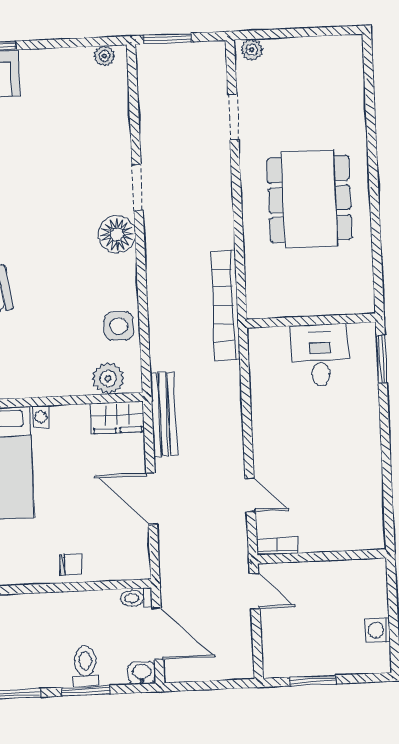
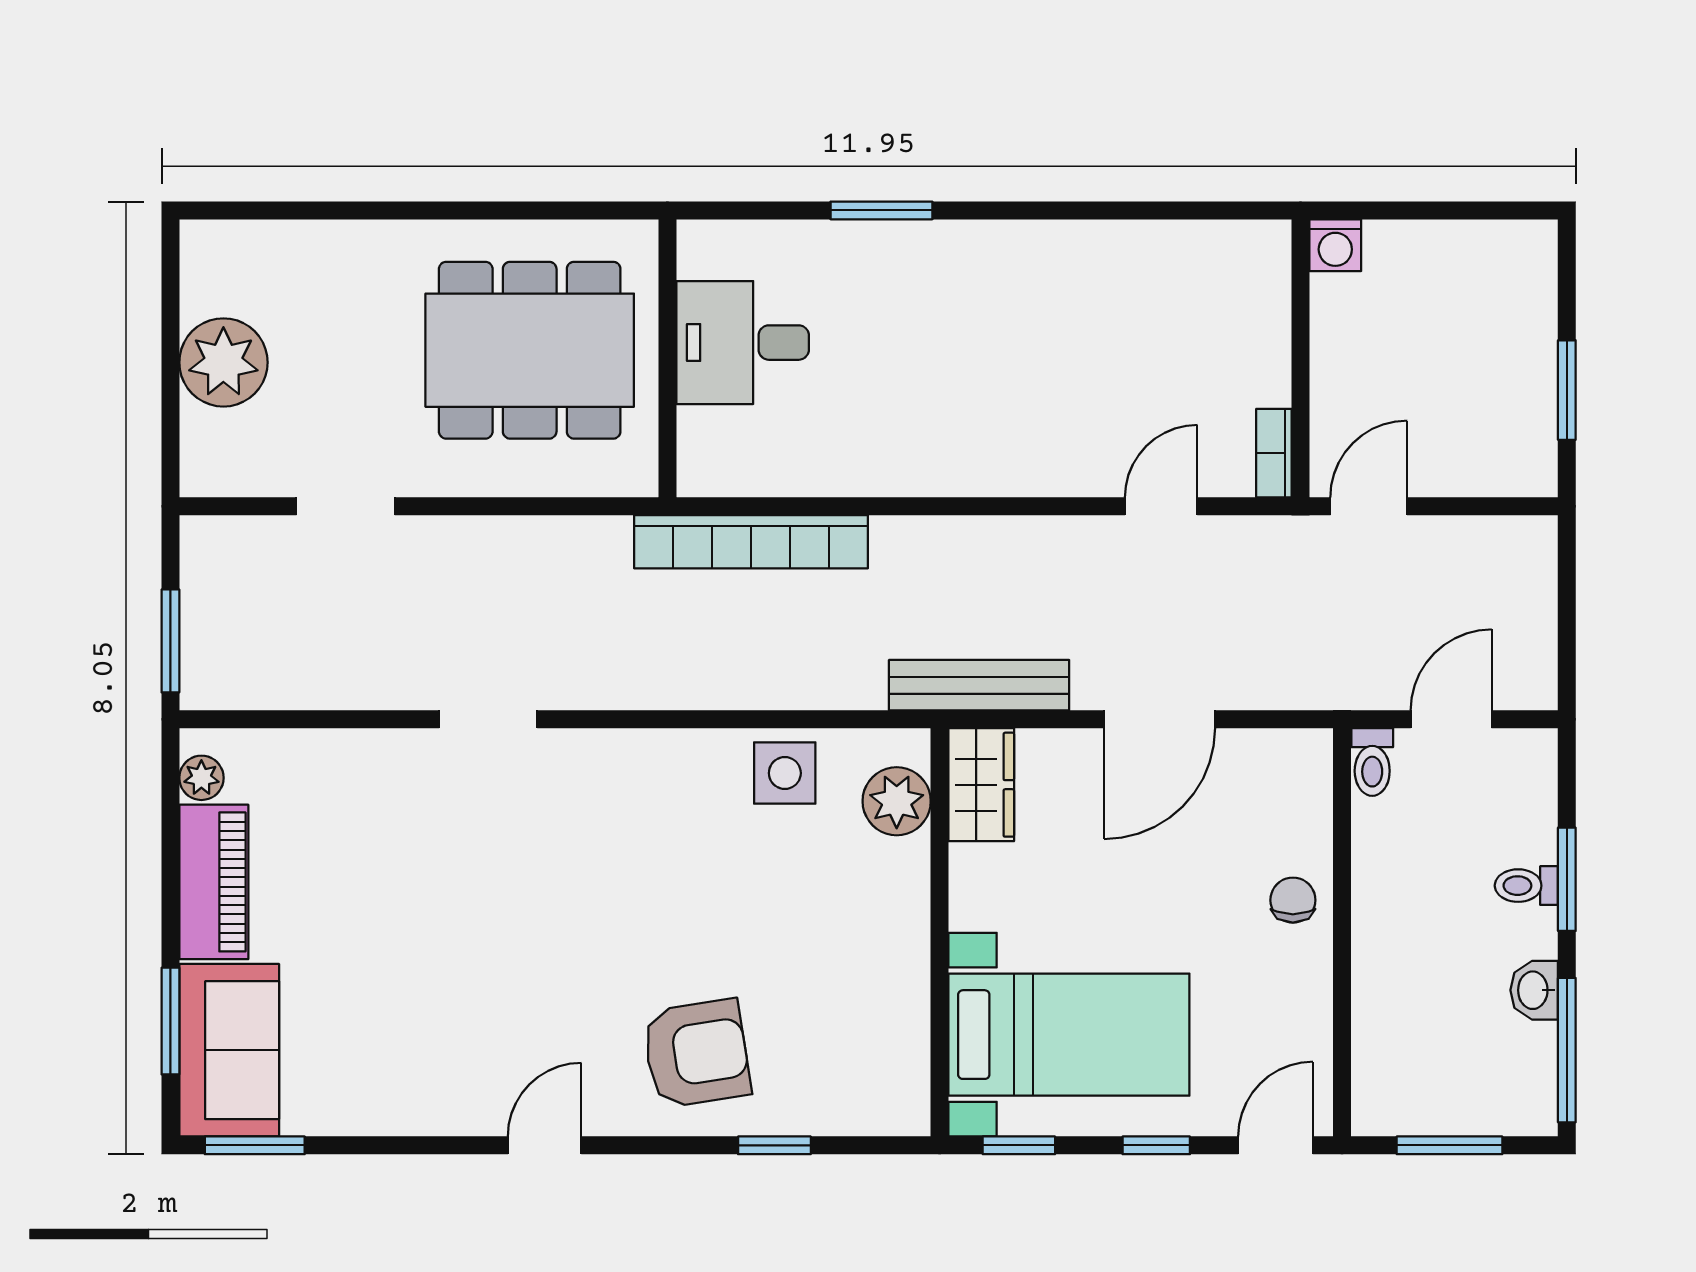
plant: (252, 50) -> (223, 362), moved, width x1.88, depth x1.88
piano: (56, 64) -> (214, 882), added
floor lamp: (117, 234) -> (587, 768), removed
wall: (311, 321) -> (667, 358), moved
desk: (320, 355) -> (743, 343), moved
washing machine: (378, 630) -> (1335, 245), moved
door: (158, 634) -> (1451, 719), width x0.73
toilet: (85, 666) -> (1526, 886), width x0.73, depth x0.72
washbasin: (142, 673) -> (1534, 990), moved

